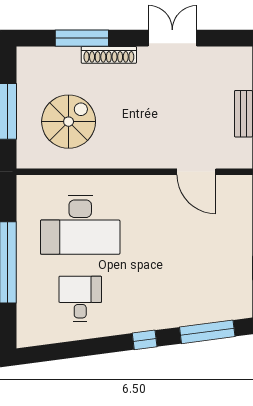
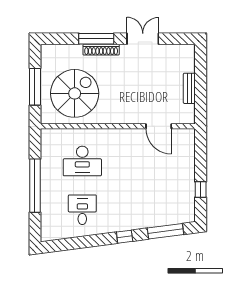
window: (82, 38) -> (96, 39), moved
spiral stairs: (69, 122) -> (75, 93), width x1.37, depth x1.37
desk: (80, 225) -> (82, 161), width x0.73, depth x0.77

